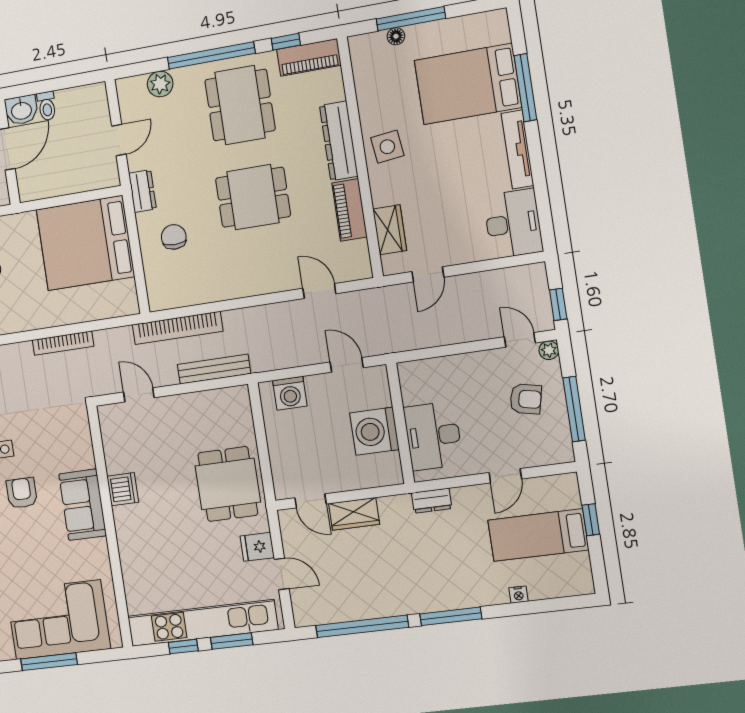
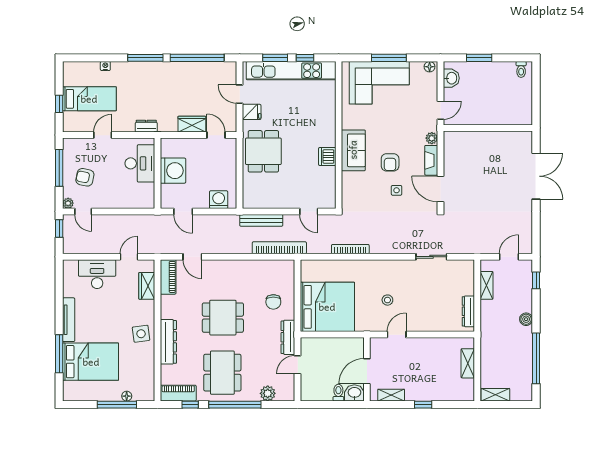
dresser: (142, 191) -> (288, 337), width x1.44
piano: (349, 210) -> (168, 277), moved
desk: (513, 224) -> (97, 274), moved, turned 90

